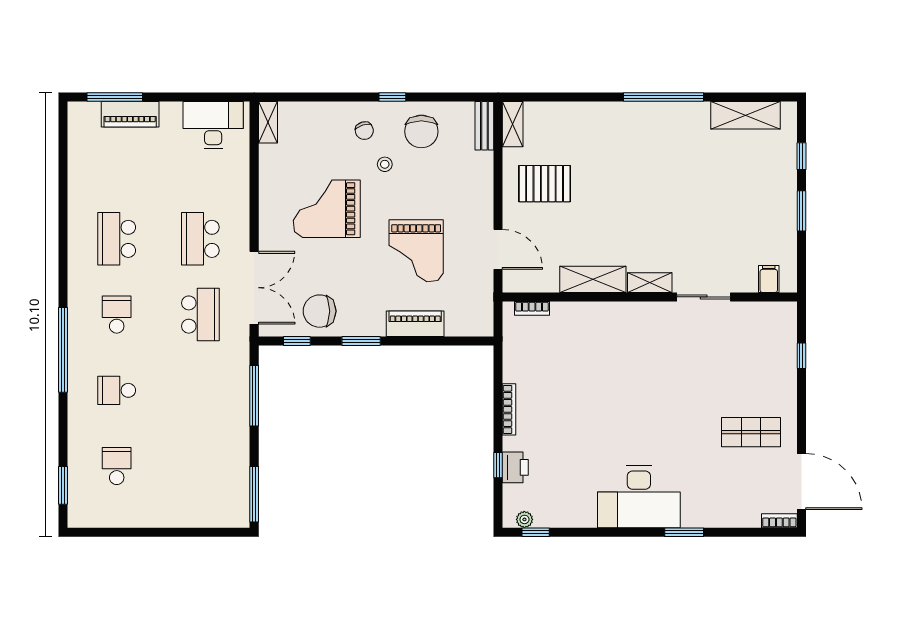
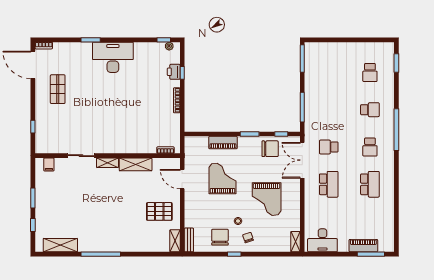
grand piano: (327, 209) -> (267, 199), turned 90
school desk: (200, 315) -> (329, 147), width x0.54
shop shelf: (751, 432) -> (58, 89), turned 90

